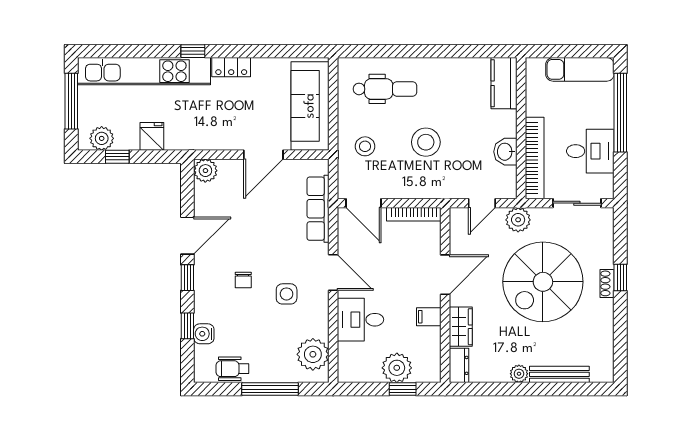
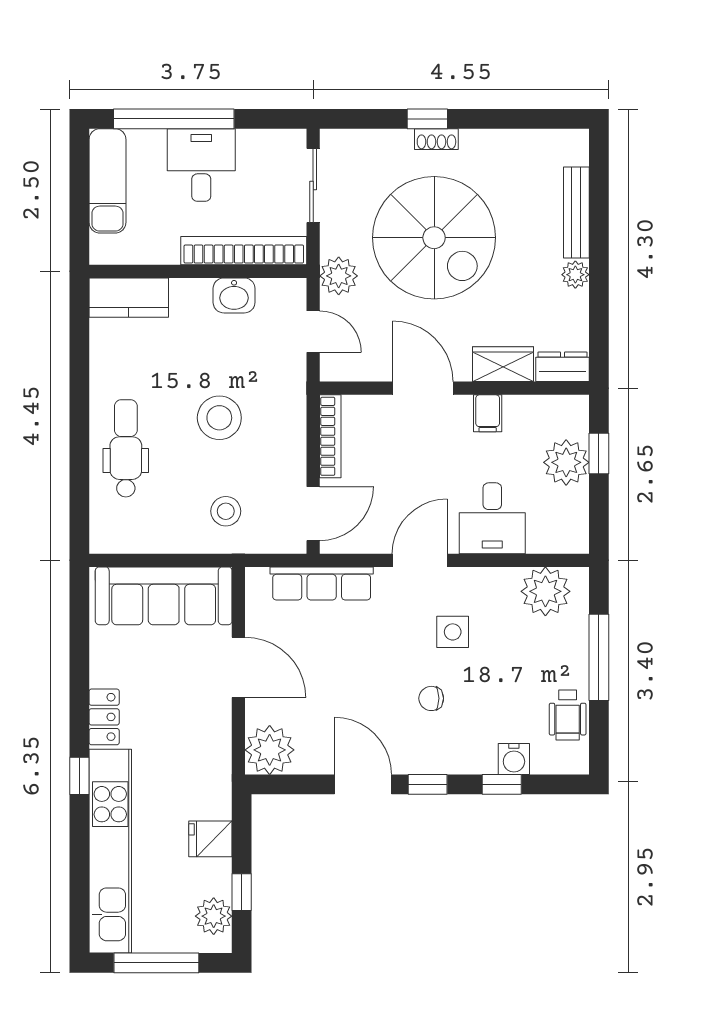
dental chair: (385, 89) -> (126, 448), moved
desk: (590, 151) -> (201, 165), moved
plant: (205, 171) -> (270, 750), width x1.36, depth x1.36
chair: (243, 280) -> (431, 698), turned 180

